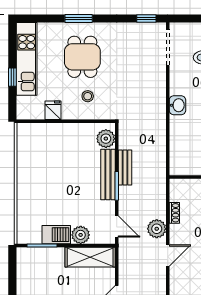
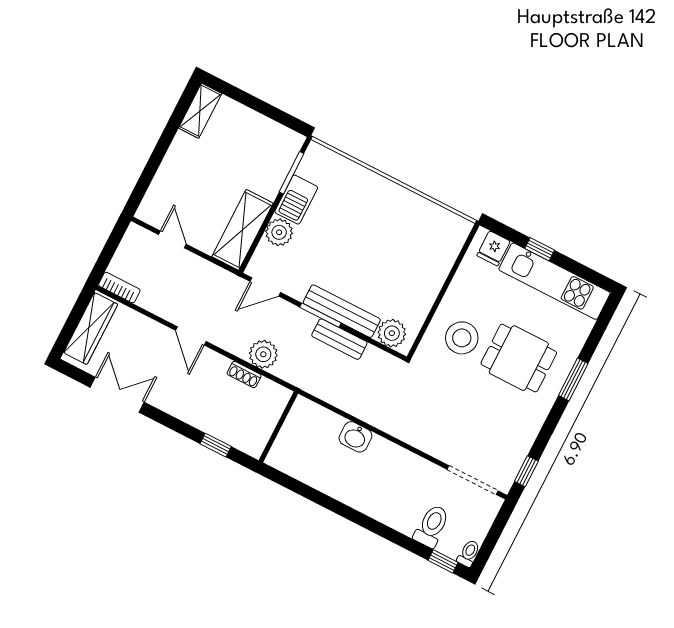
stool: (88, 96) -> (462, 338), width x1.89, depth x1.89
washbasin: (177, 105) -> (355, 437), moved
fridge: (53, 110) -> (494, 248), moved, turned 90
plant: (157, 229) -> (263, 354), moved

